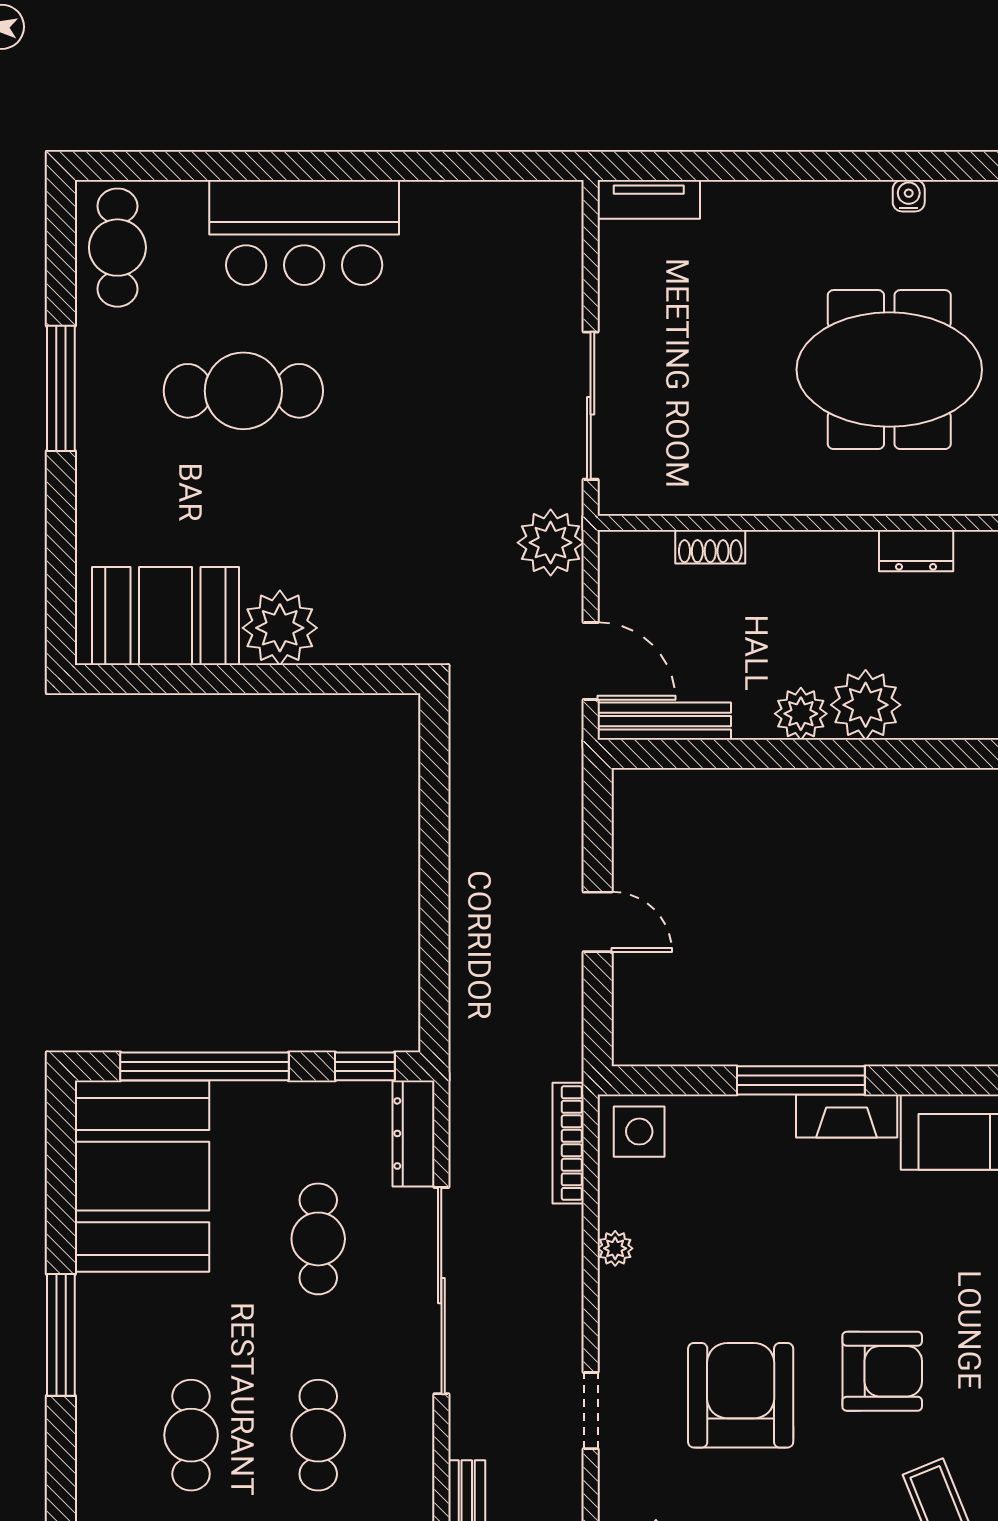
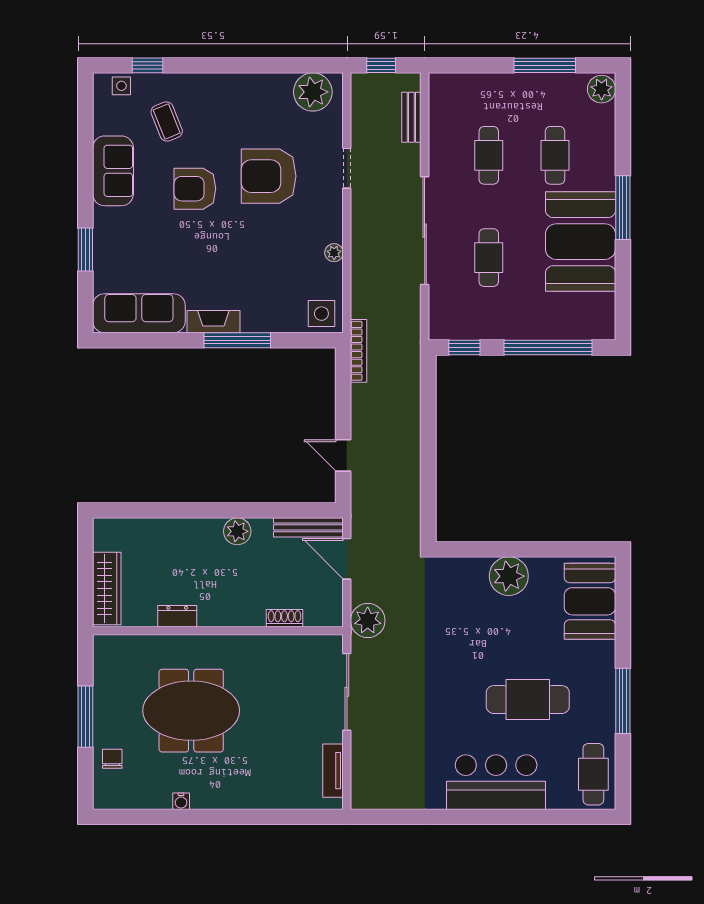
tv unit: (649, 199) -> (333, 771), moved, turned -90
booth: (165, 616) -> (590, 601), moved, turned 90
plant: (866, 705) -> (204, 536), removed
door: (598, 922) -> (343, 455), moved
dresser: (413, 1133) -> (439, 313), removed
bookcase: (568, 1143) -> (359, 351), moved
booth: (142, 1176) -> (581, 242), moved
armchair: (741, 1395) -> (269, 176), turned 90

